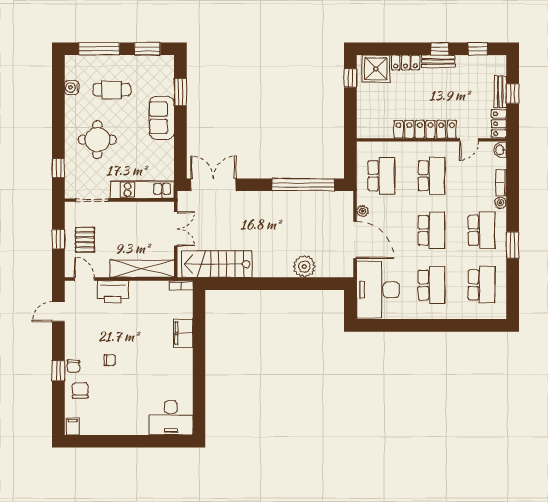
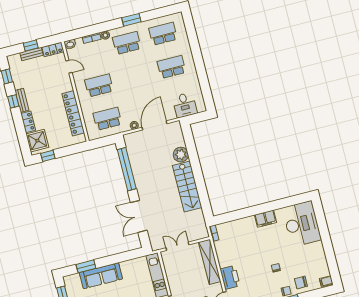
sofa: (162, 118) -> (101, 276), width x1.36
locker: (425, 129) -> (73, 113), moved
double door: (213, 185) -> (139, 216), moved
school desk: (431, 230) -> (135, 76), removed
stairs: (217, 264) -> (187, 186), moved
desk: (378, 290) -> (185, 105), width x0.53, depth x0.77
filing cabinet: (183, 333) -> (265, 219), moved
desk: (171, 418) -> (302, 224), width x1.36, depth x1.30

